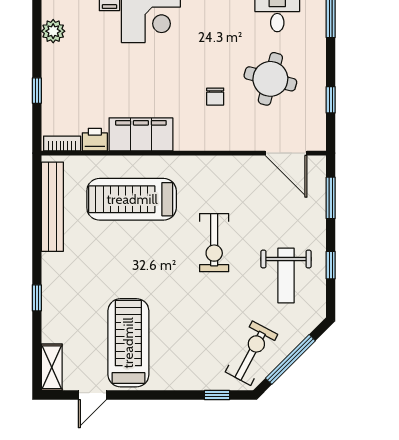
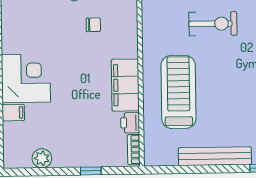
treadmill: (132, 199) -> (178, 92), turned 180
bench: (52, 207) -> (215, 156), moved

